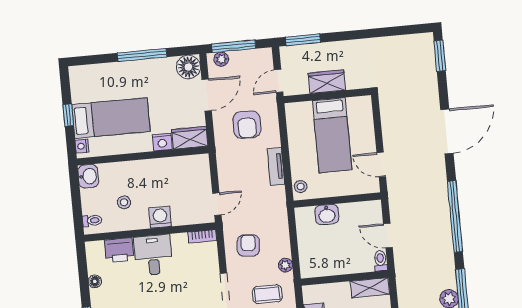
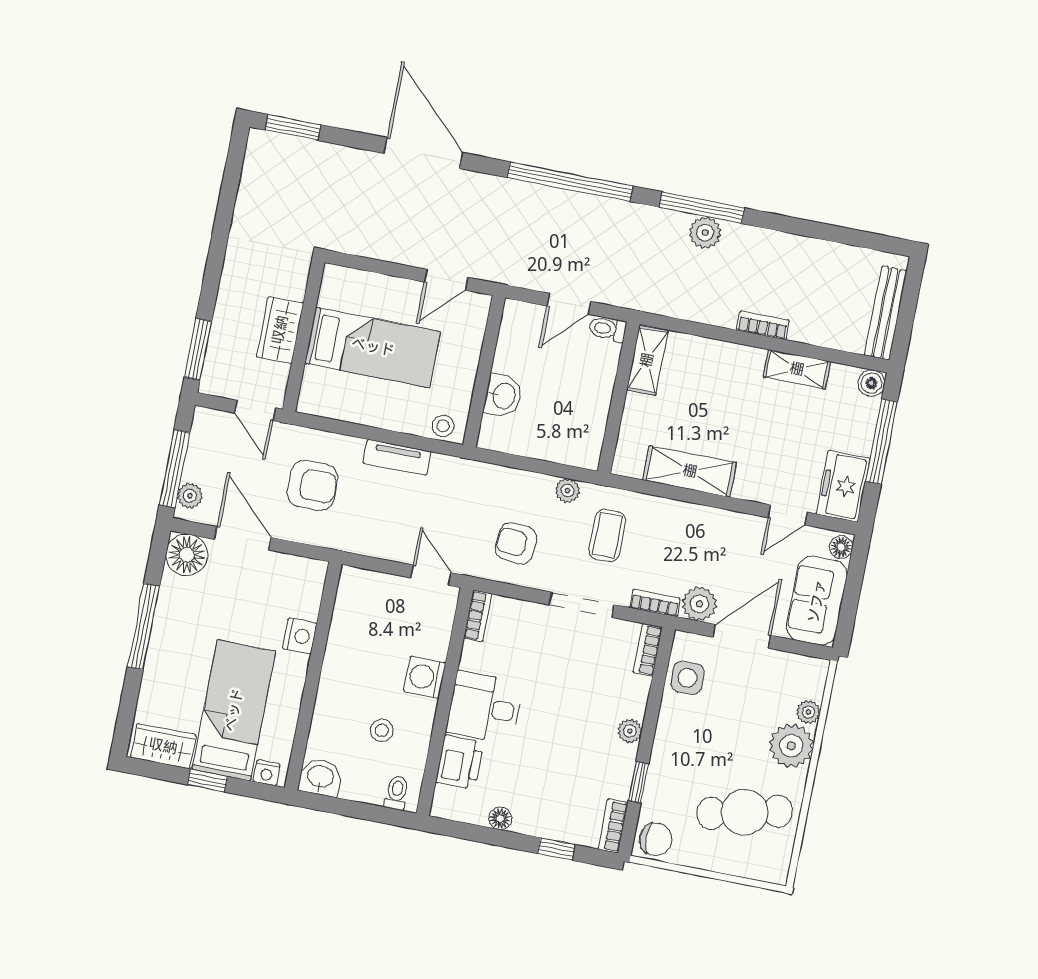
wardrobe: (190, 138) -> (163, 746), moved, turned 90

